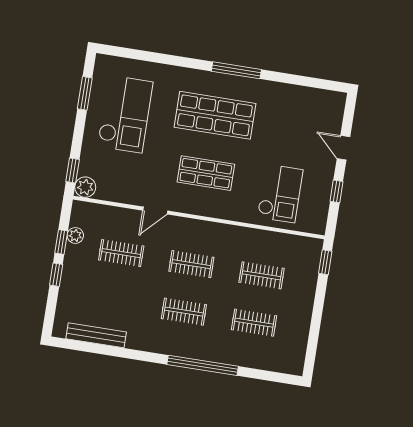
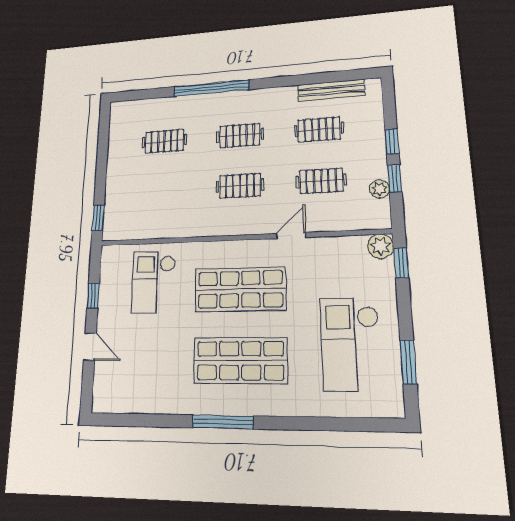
shop shelf: (206, 173) -> (240, 289), width x1.43, depth x1.36
clothes rail: (262, 275) -> (319, 129), moved

